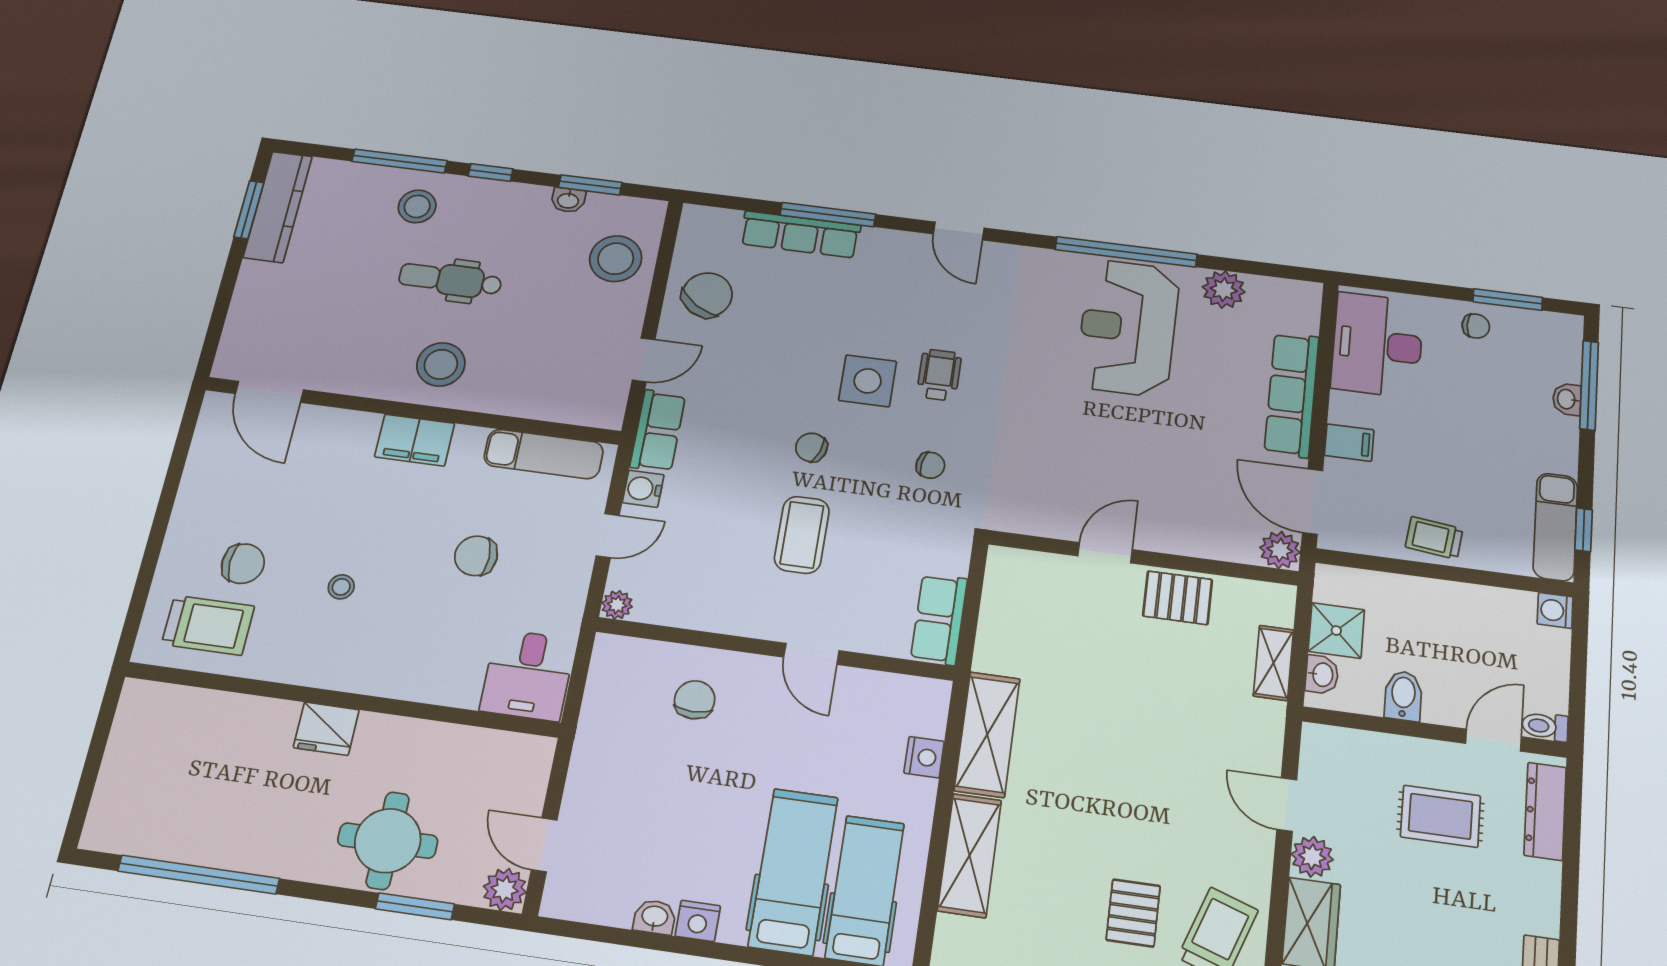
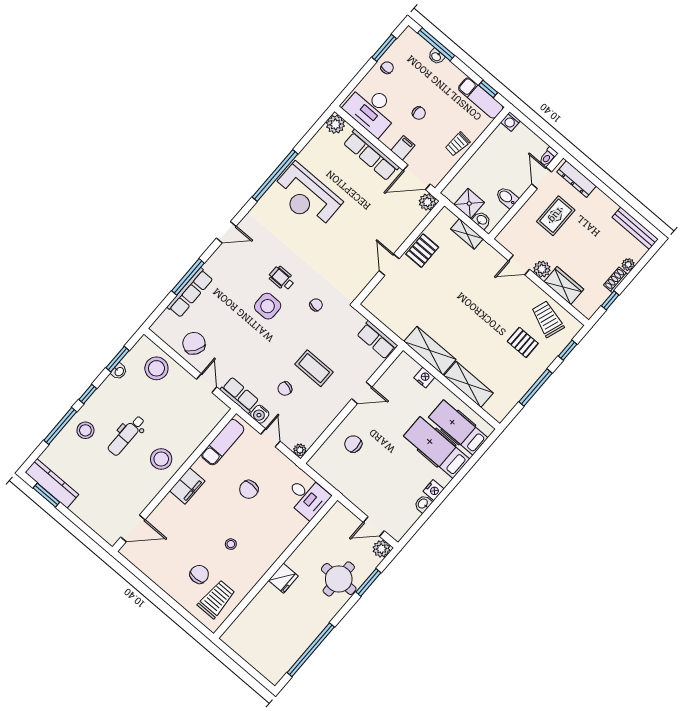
plant: (1224, 290) -> (335, 124), moved
chair: (1437, 432) -> (419, 113), added
chair: (811, 447) -> (285, 389), moved

